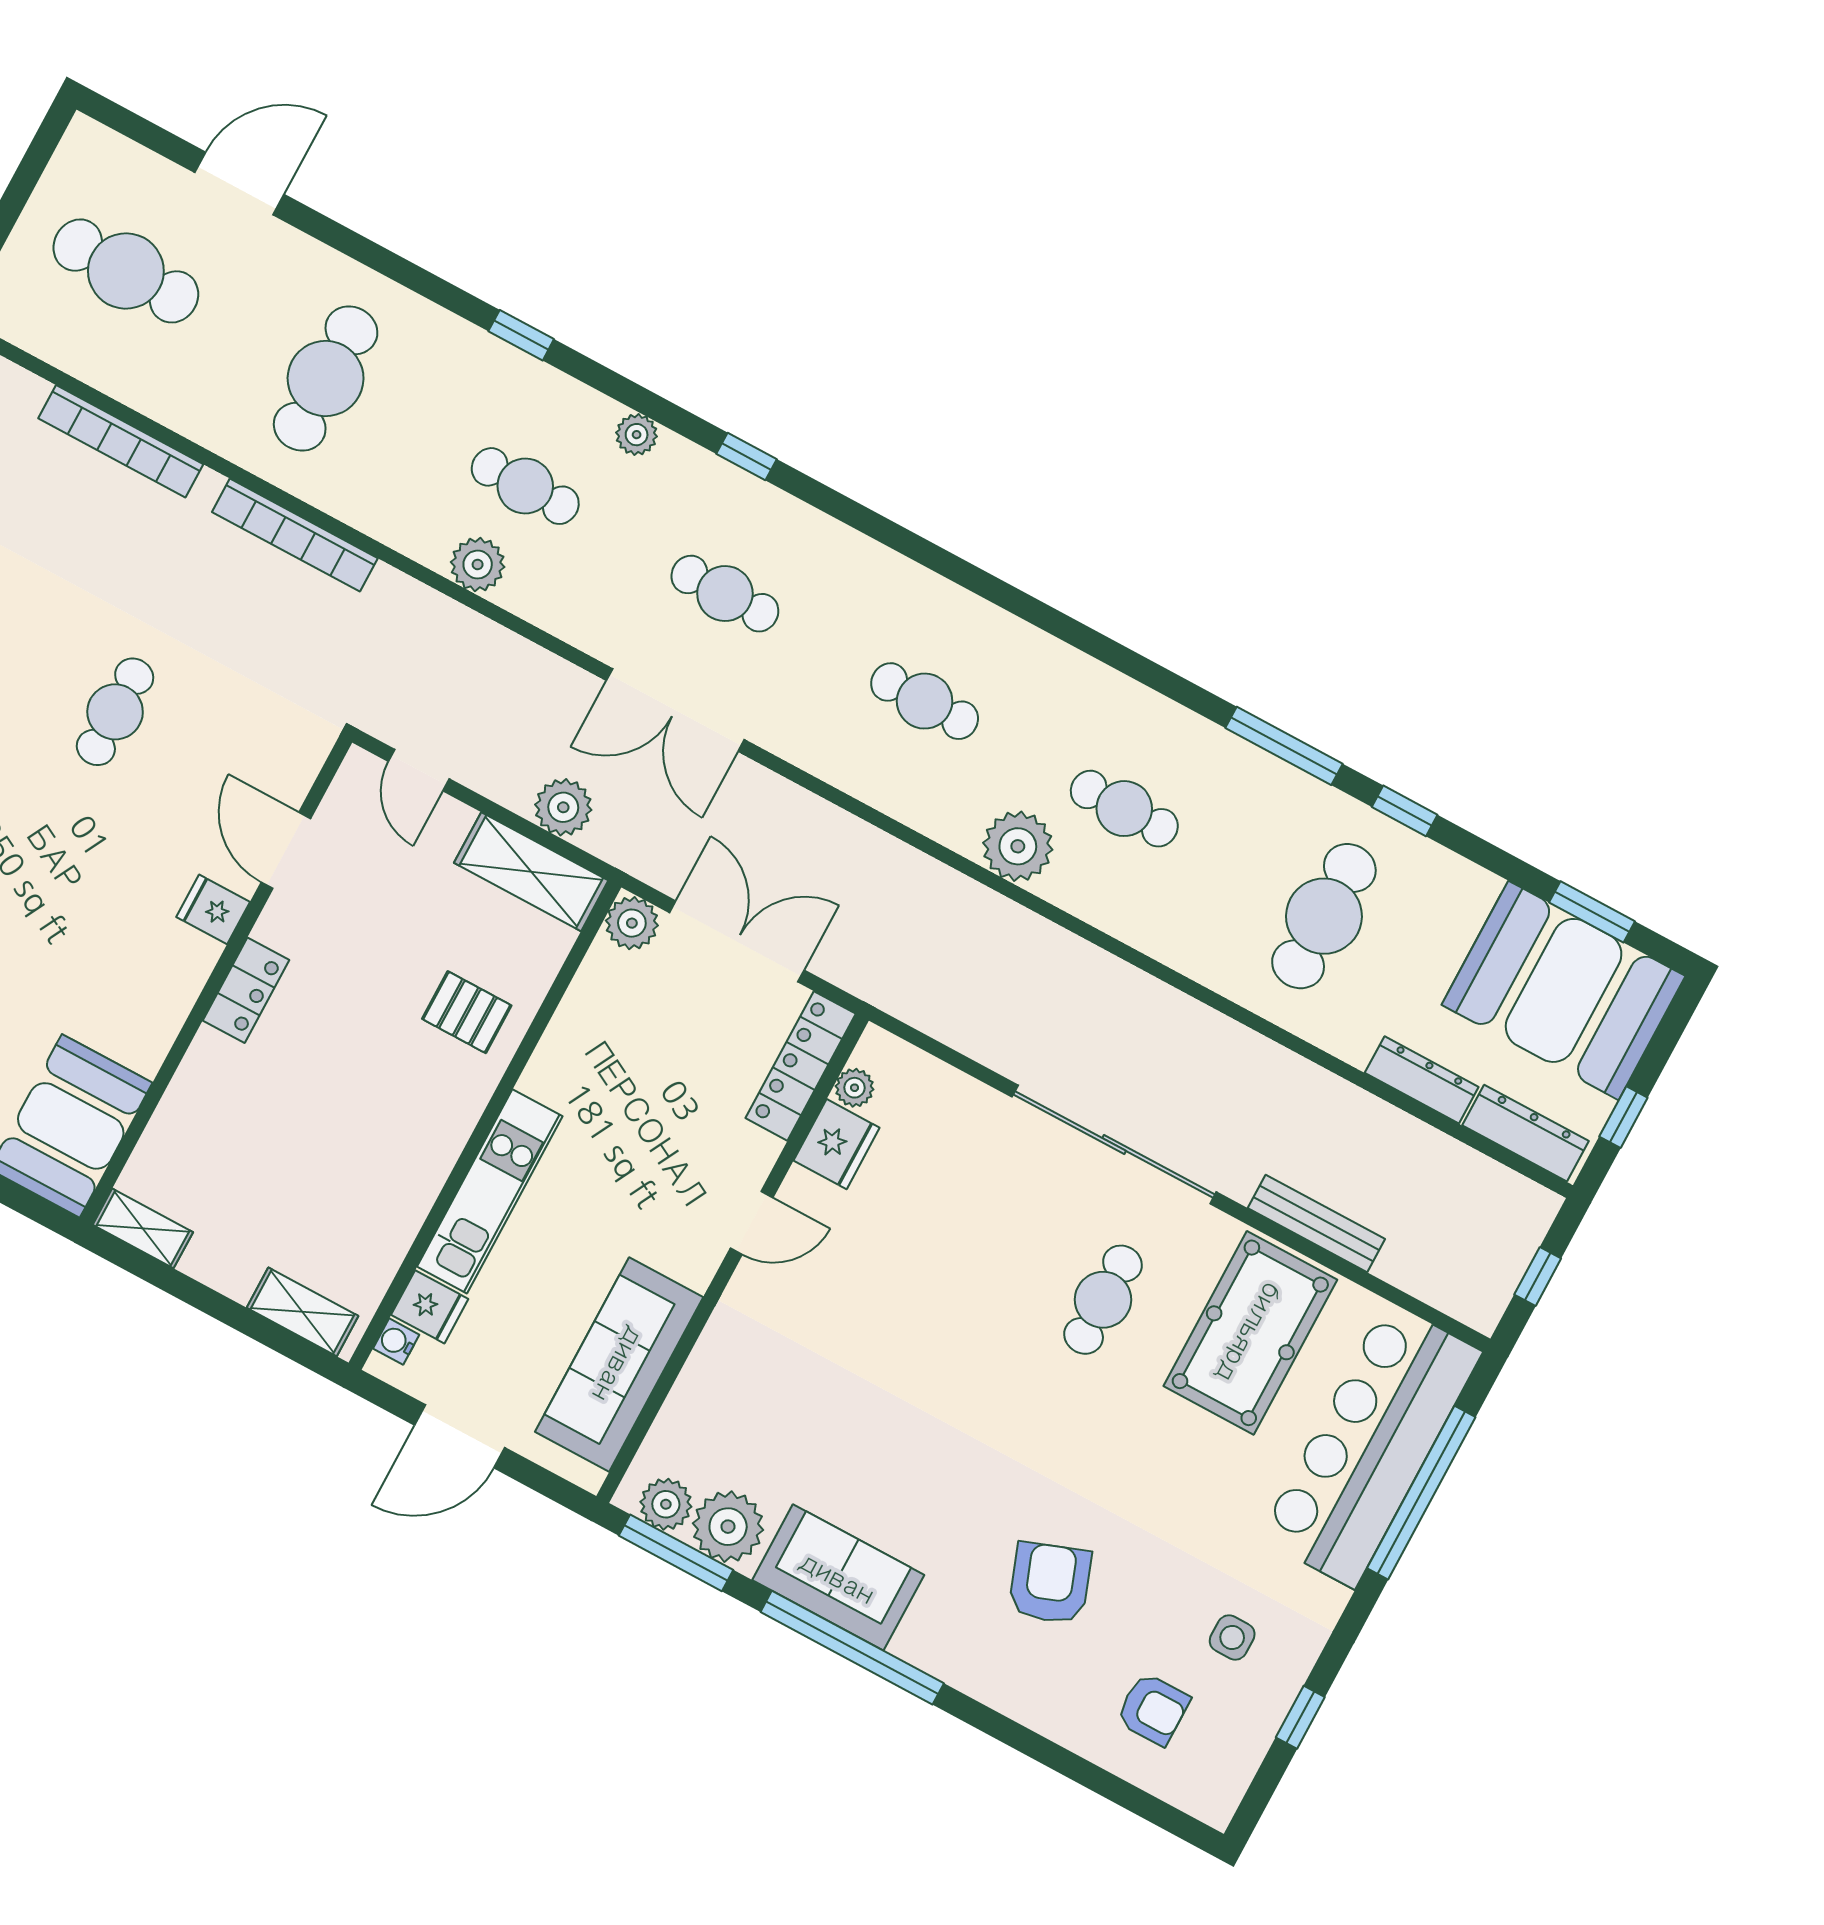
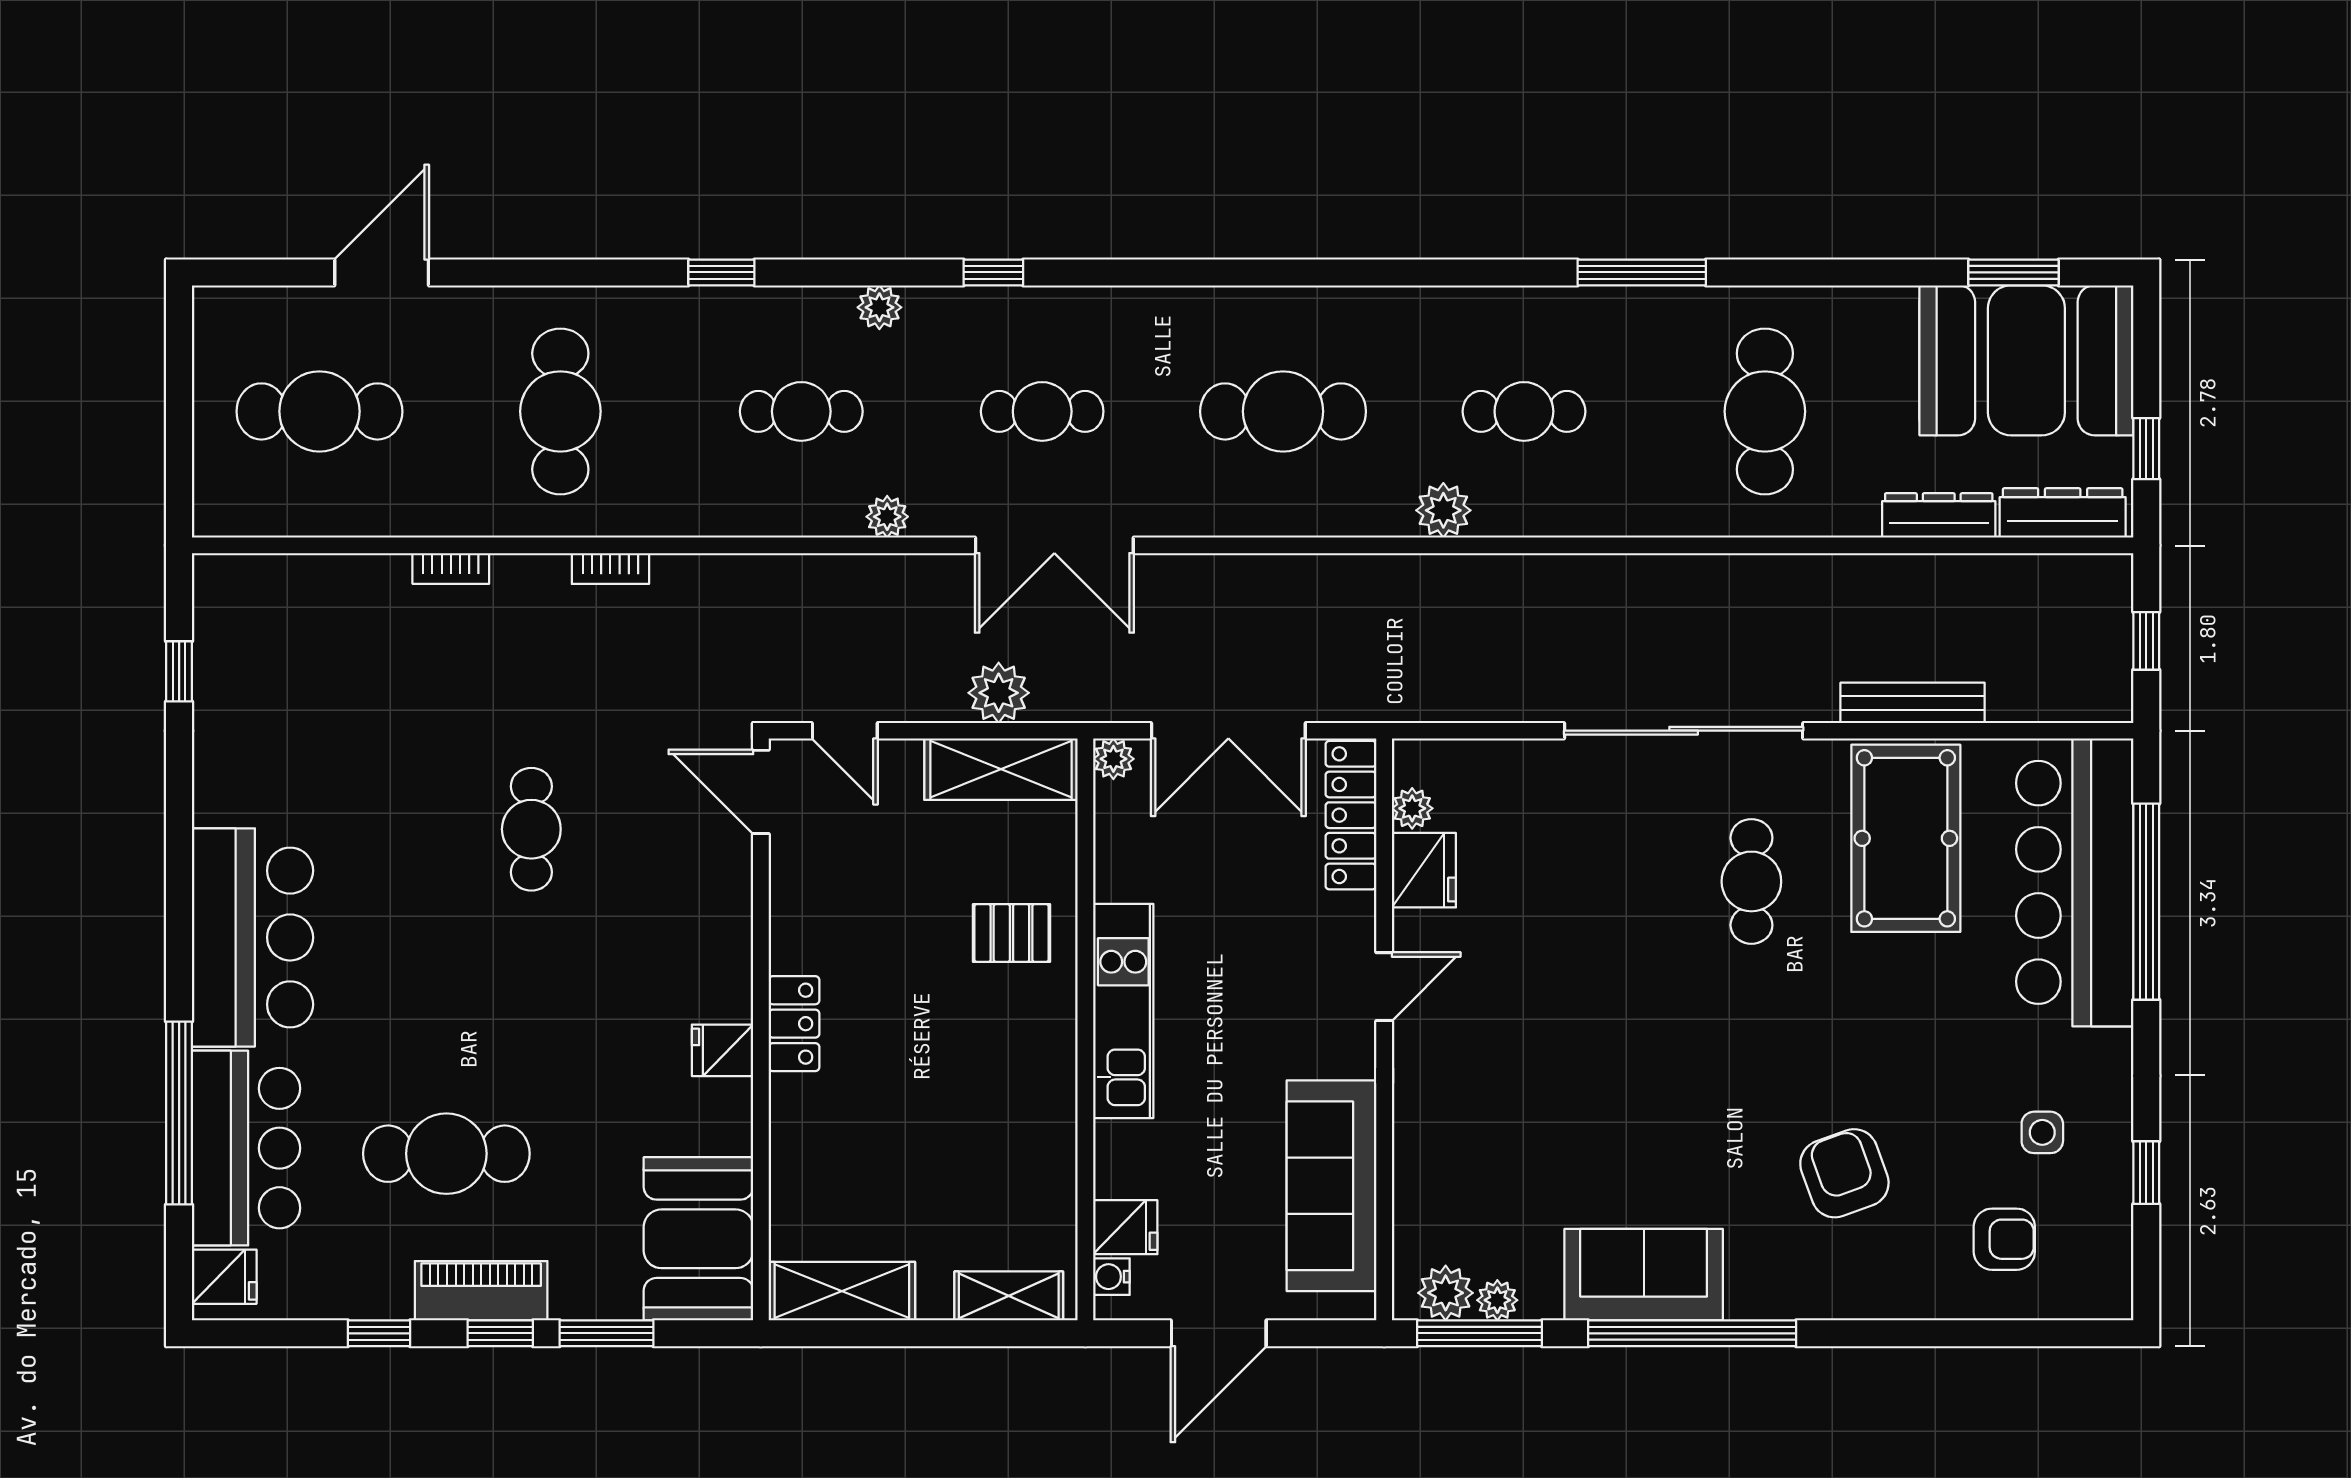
bookcase: (121, 441) -> (451, 568), width x0.43, depth x0.76
bookcase: (295, 535) -> (610, 569), width x0.43, depth x0.76
plant: (478, 565) -> (887, 517), moved, width x0.73, depth x0.73
cafe table: (925, 701) -> (1283, 411), width x1.37, depth x1.35
window: (1405, 811) -> (1787, 272), removed
plant: (1018, 846) -> (1443, 510), width x0.73, depth x0.73
door: (286, 850) -> (761, 792), moved
fridge: (213, 909) -> (723, 1050), moved
plant: (632, 923) -> (1113, 759), width x0.73, depth x0.73
double door: (737, 941) -> (1228, 731), swing flipped
kitchen unit: (490, 1191) -> (1123, 1011), moved
shelving: (143, 1228) -> (842, 1291), width x1.50, depth x1.33
plant: (728, 1527) -> (1497, 1300), width x0.53, depth x0.53

